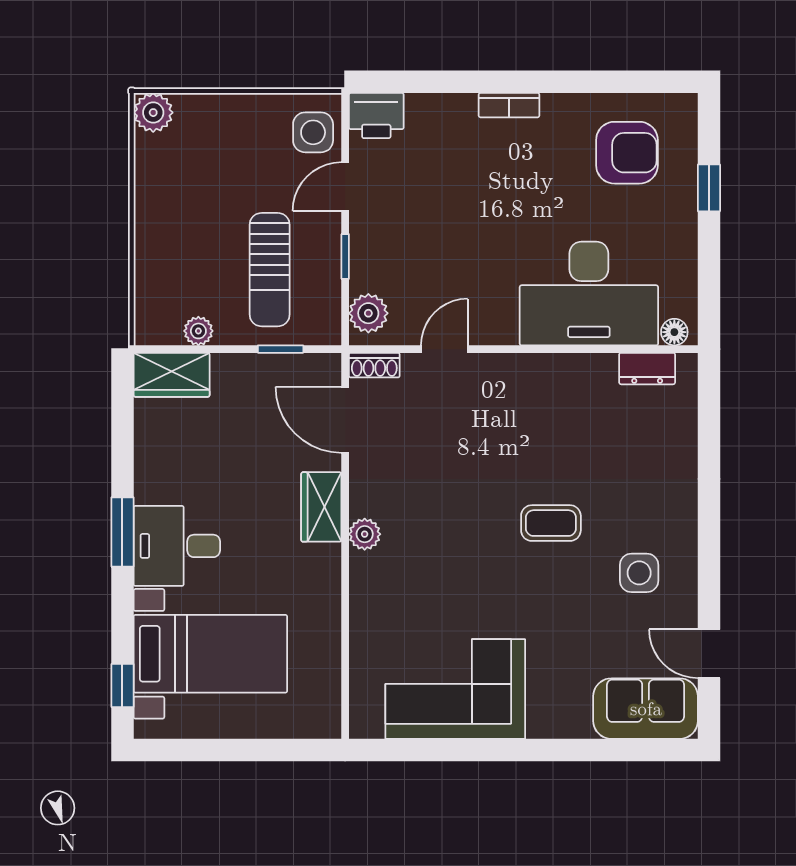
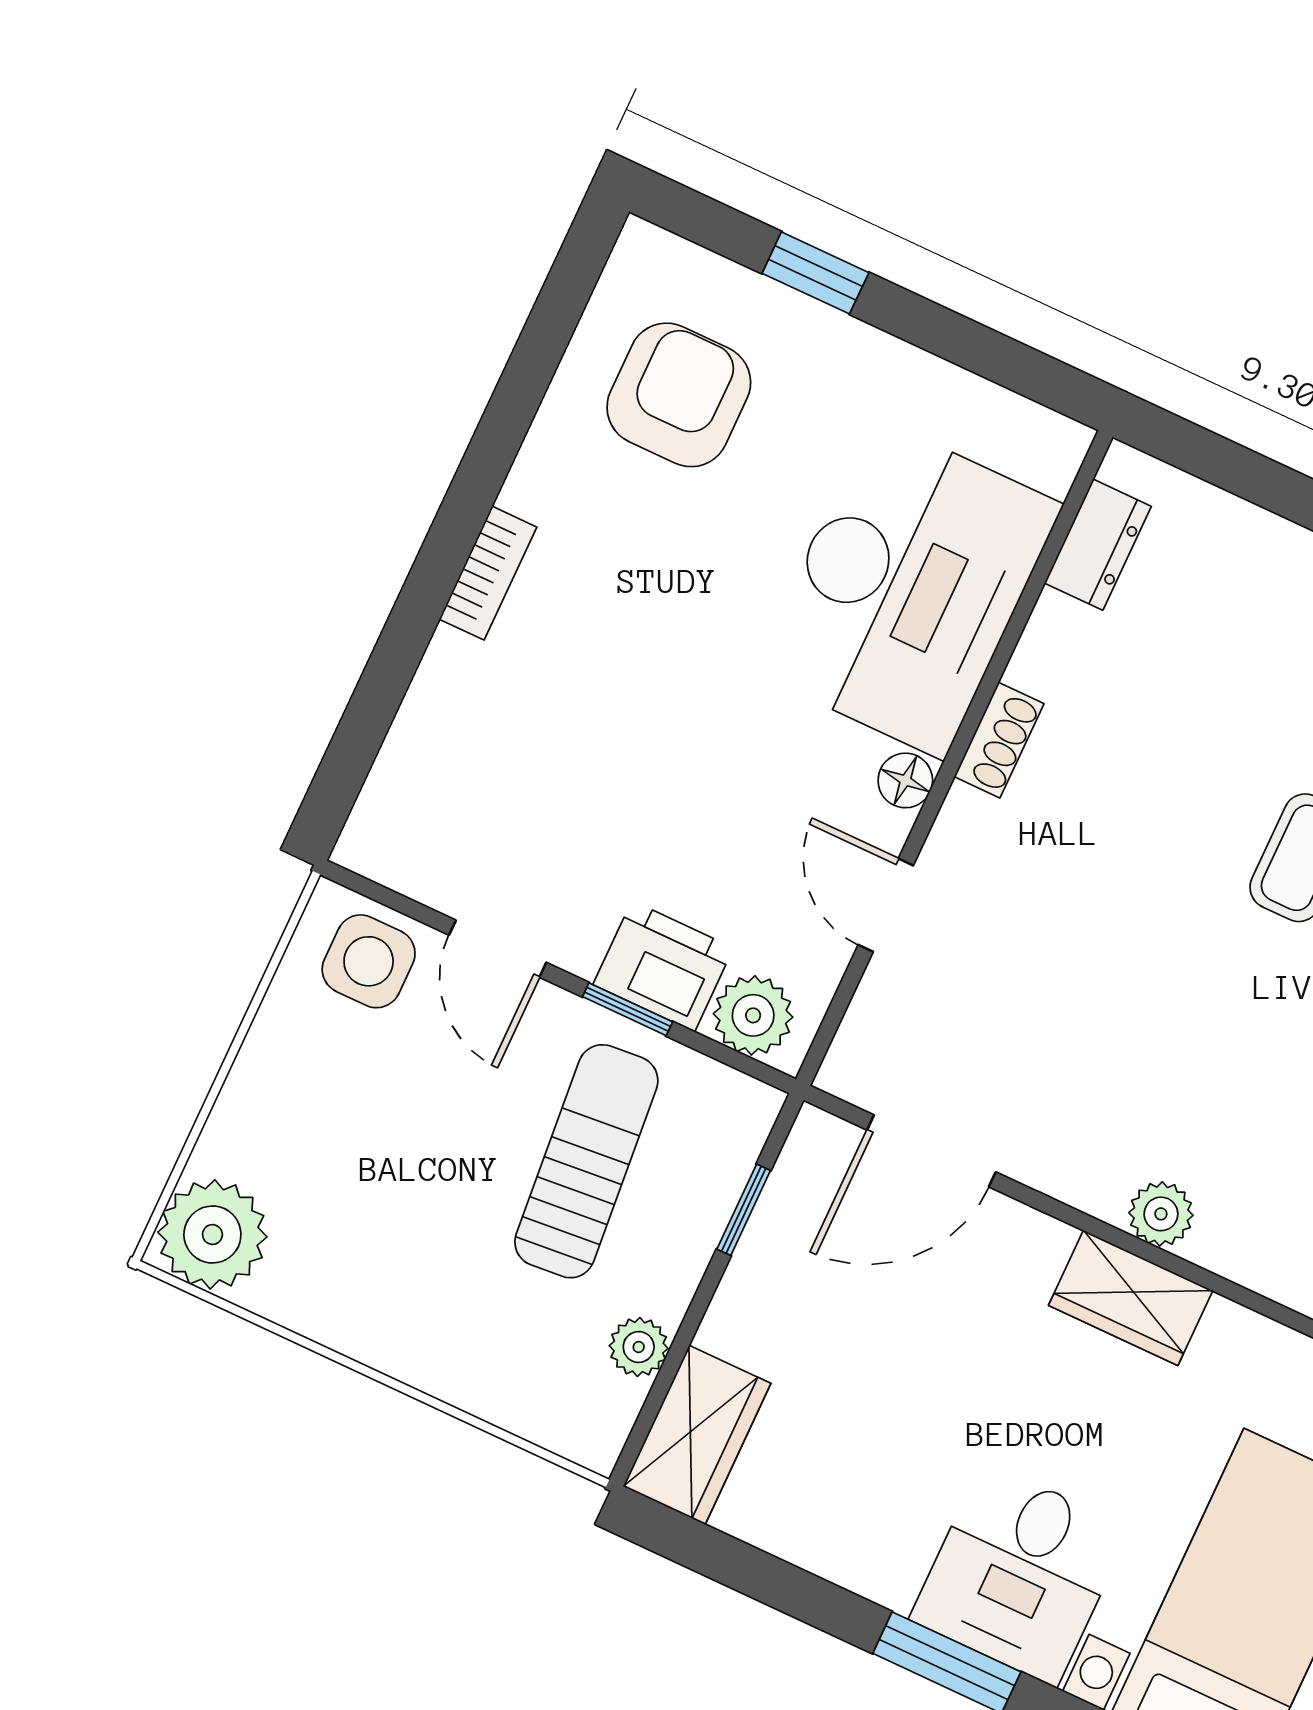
plant: (153, 113) -> (212, 1234), width x1.36, depth x1.36
printer: (376, 116) -> (663, 966), moved, turned -90
sun lounger: (270, 270) -> (586, 1161), turned -95
floor lamp: (674, 332) -> (905, 780), moved
shoe rack: (374, 365) -> (999, 740), moved
wardrobe: (321, 507) -> (1131, 1298), moved

